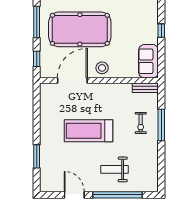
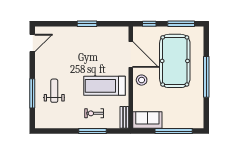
window: (161, 31) -> (174, 131), width x3.17
treadmill: (88, 131) -> (105, 86), moved, turned -90
window: (37, 156) -> (87, 24), moved
door: (74, 195) -> (32, 43), moved
window: (117, 195) -> (32, 93), width x0.68

